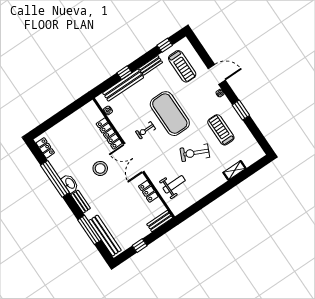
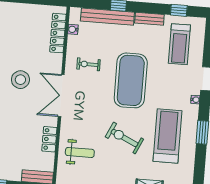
exercise bike: (146, 130) -> (88, 64), moved
treadmill: (221, 130) -> (167, 136), width x1.37, depth x1.38
locker: (109, 134) -> (58, 33), moved

